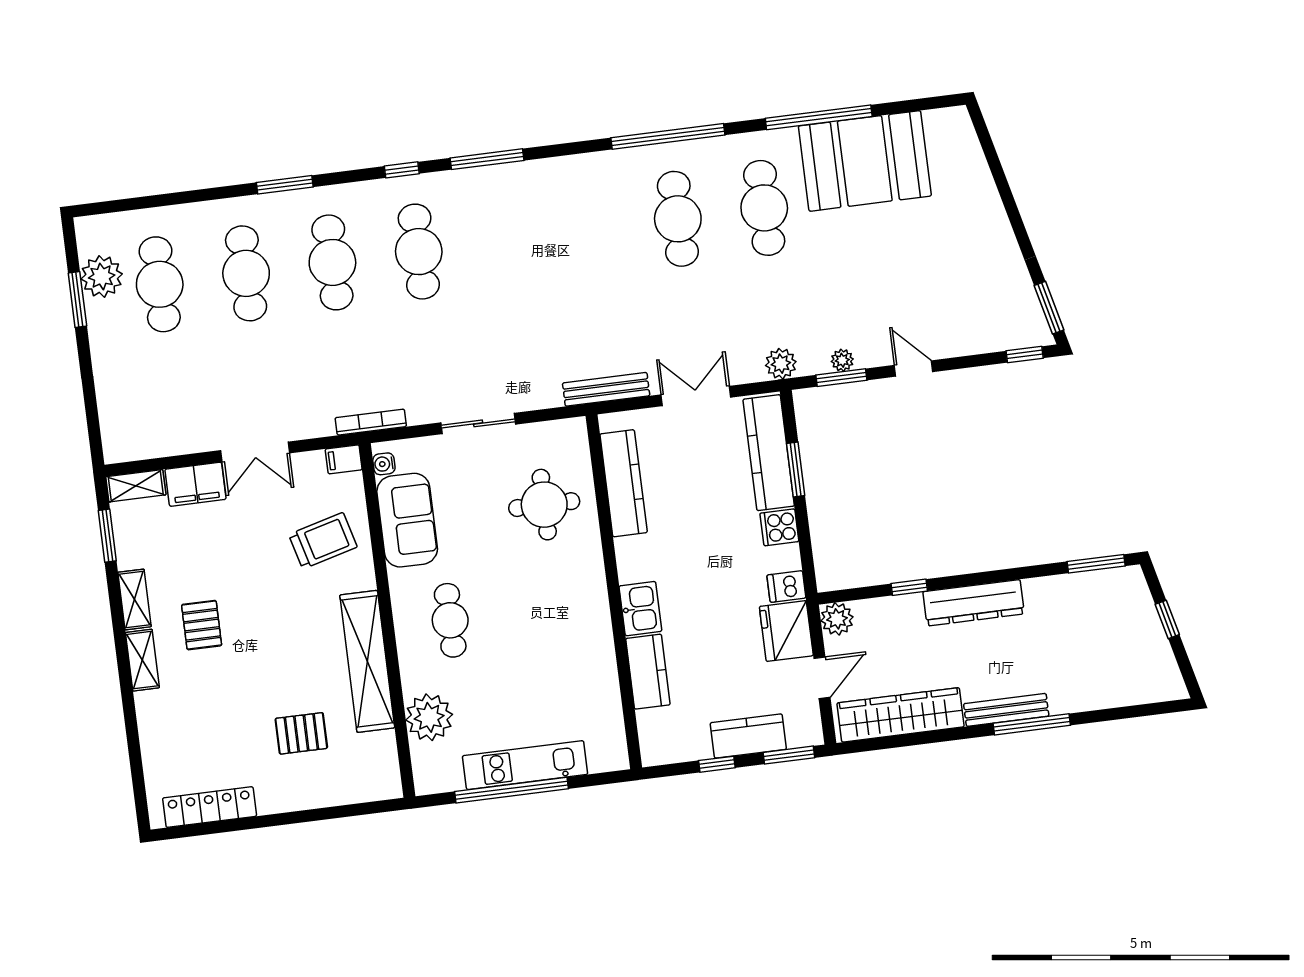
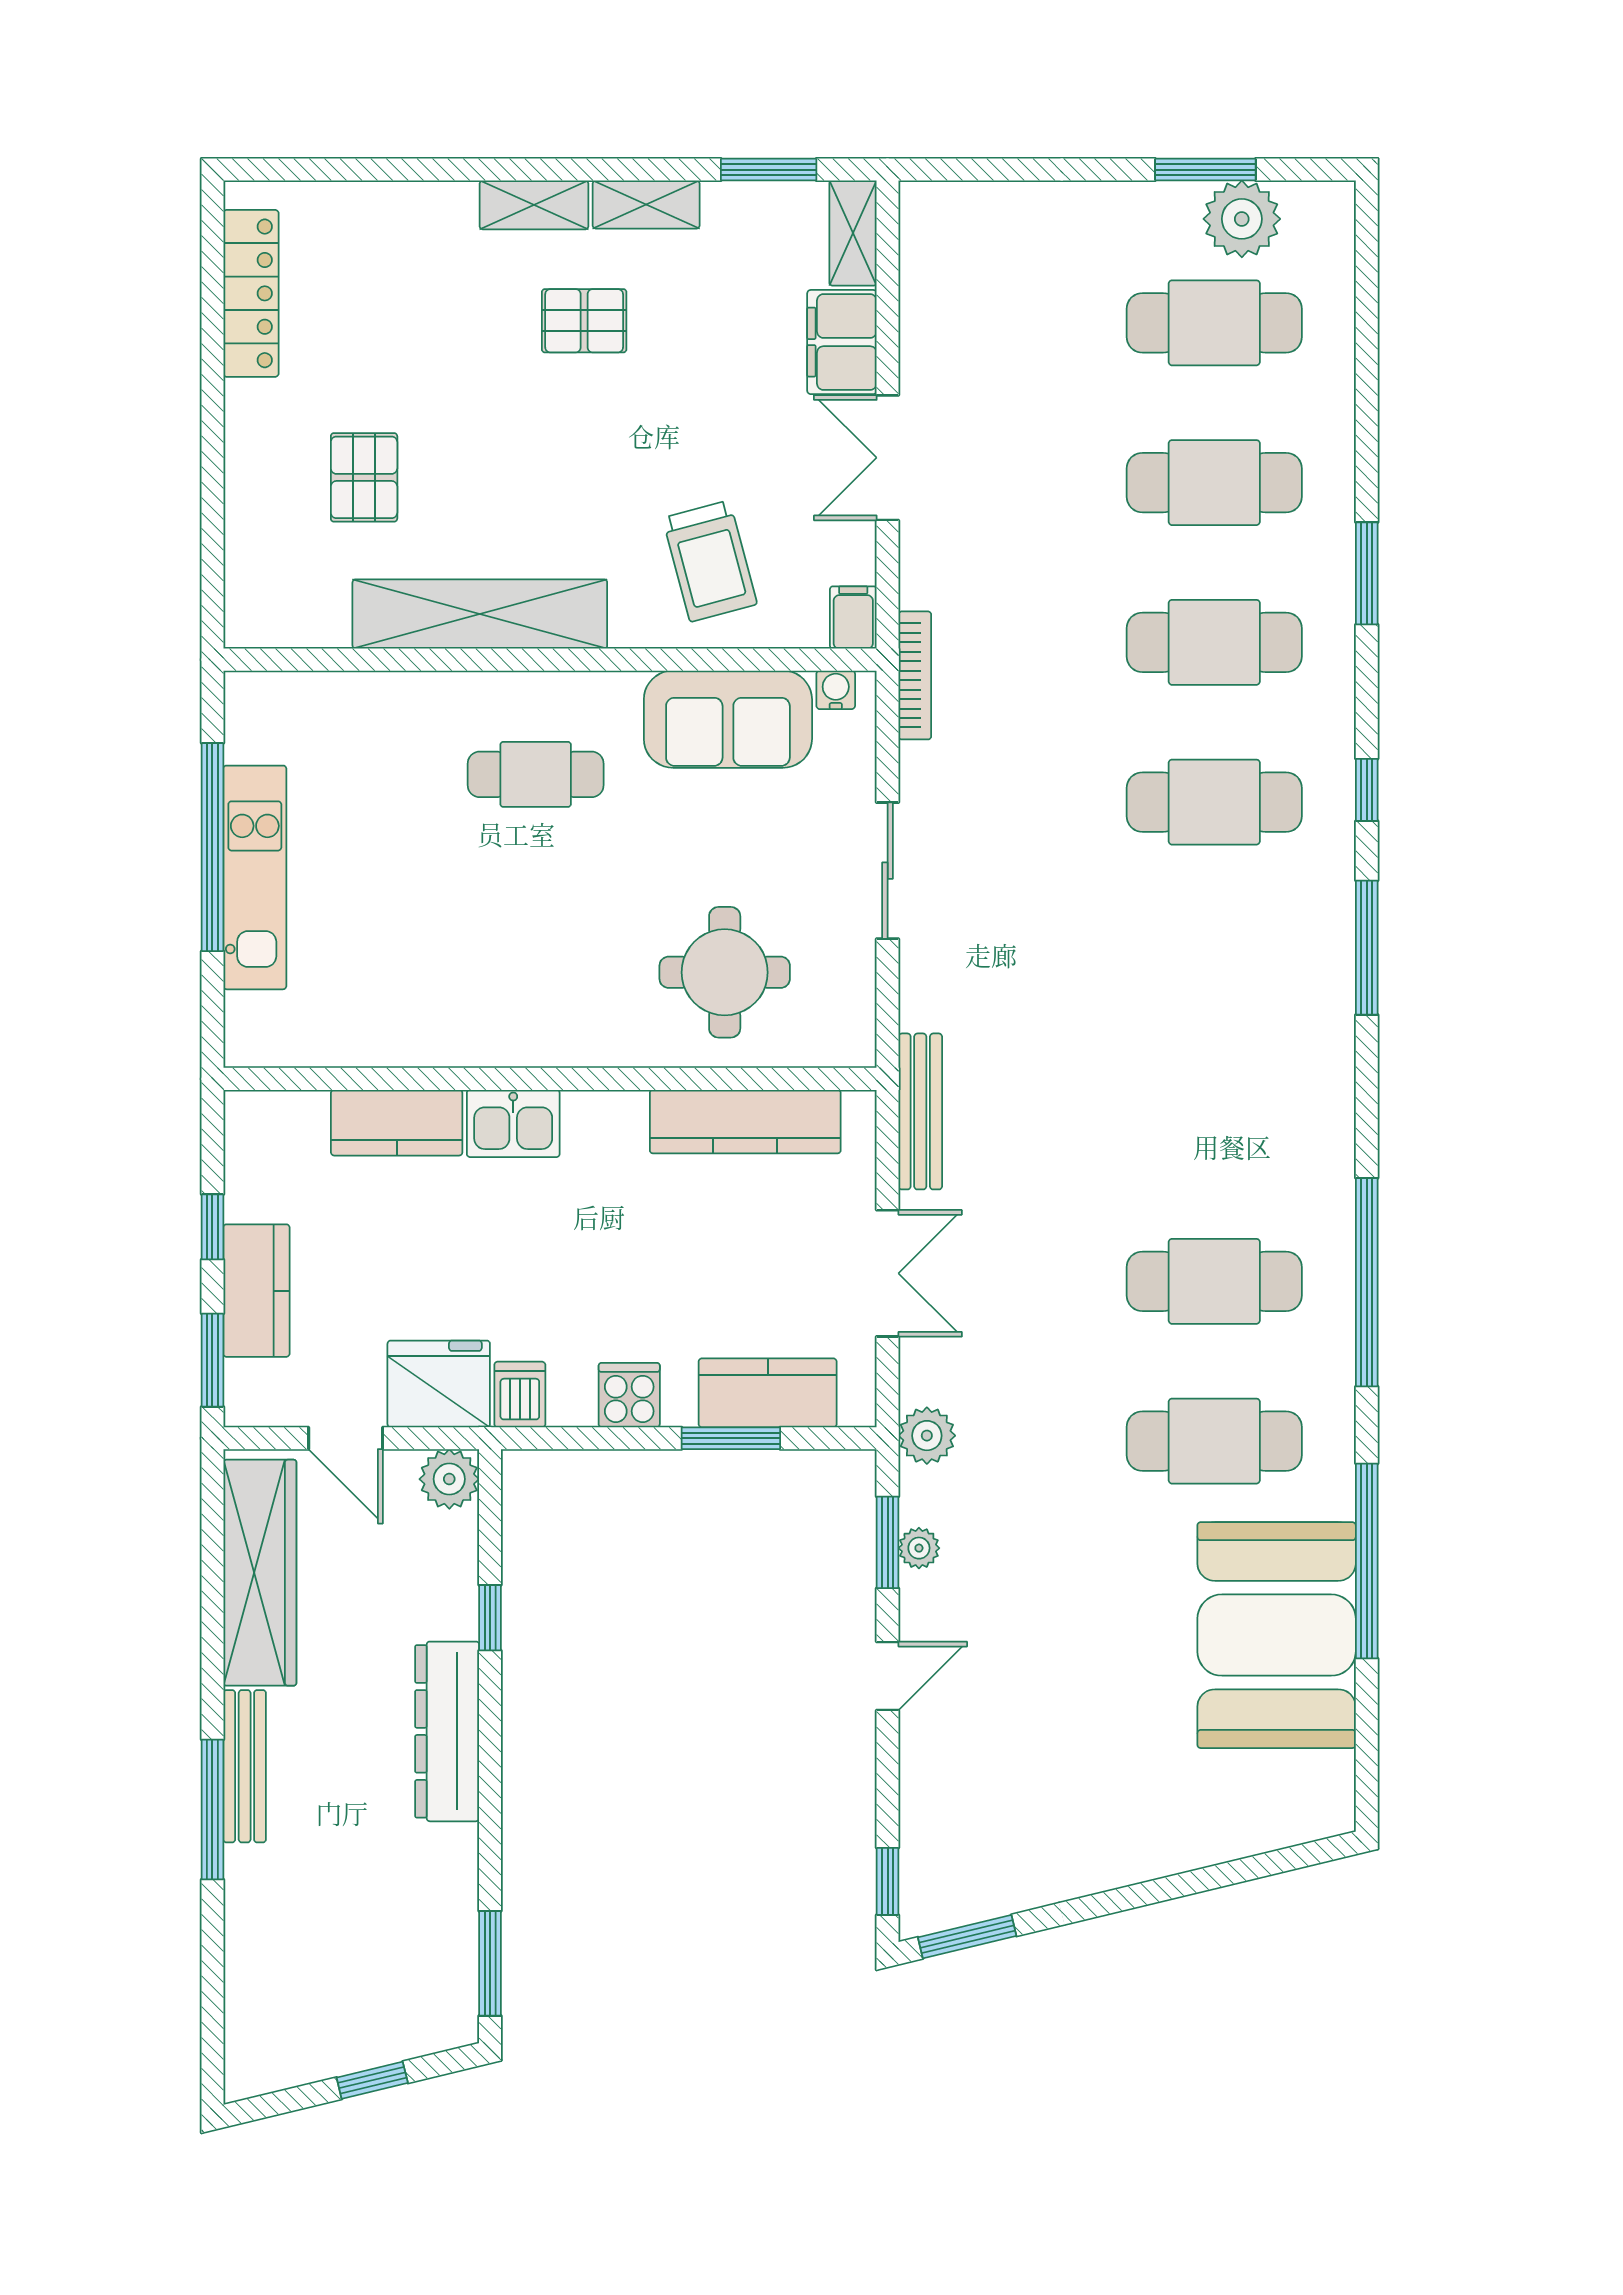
kitchen counter: (769, 453) -> (768, 1393), width x0.67
plant: (429, 717) -> (364, 714), removed

